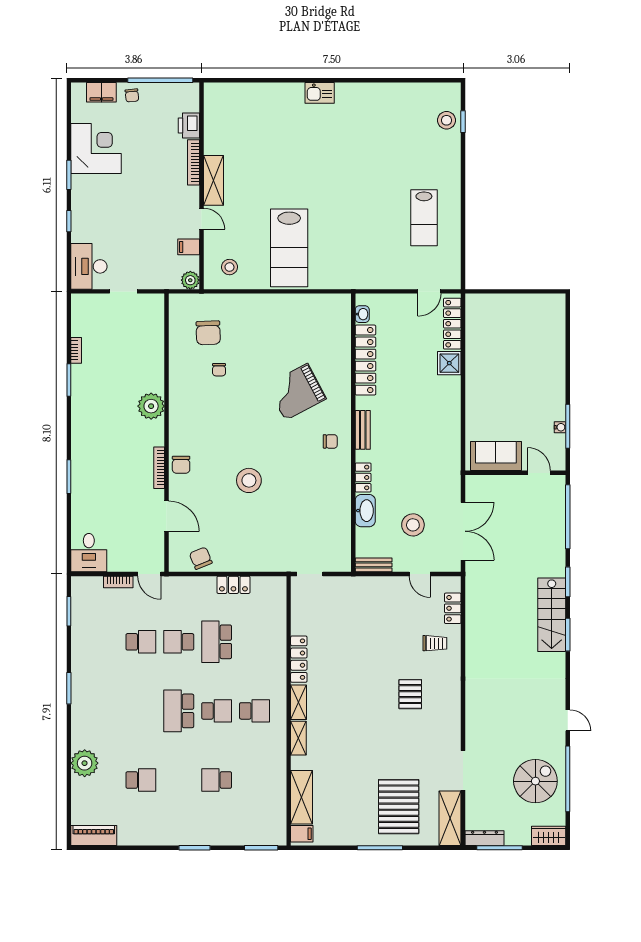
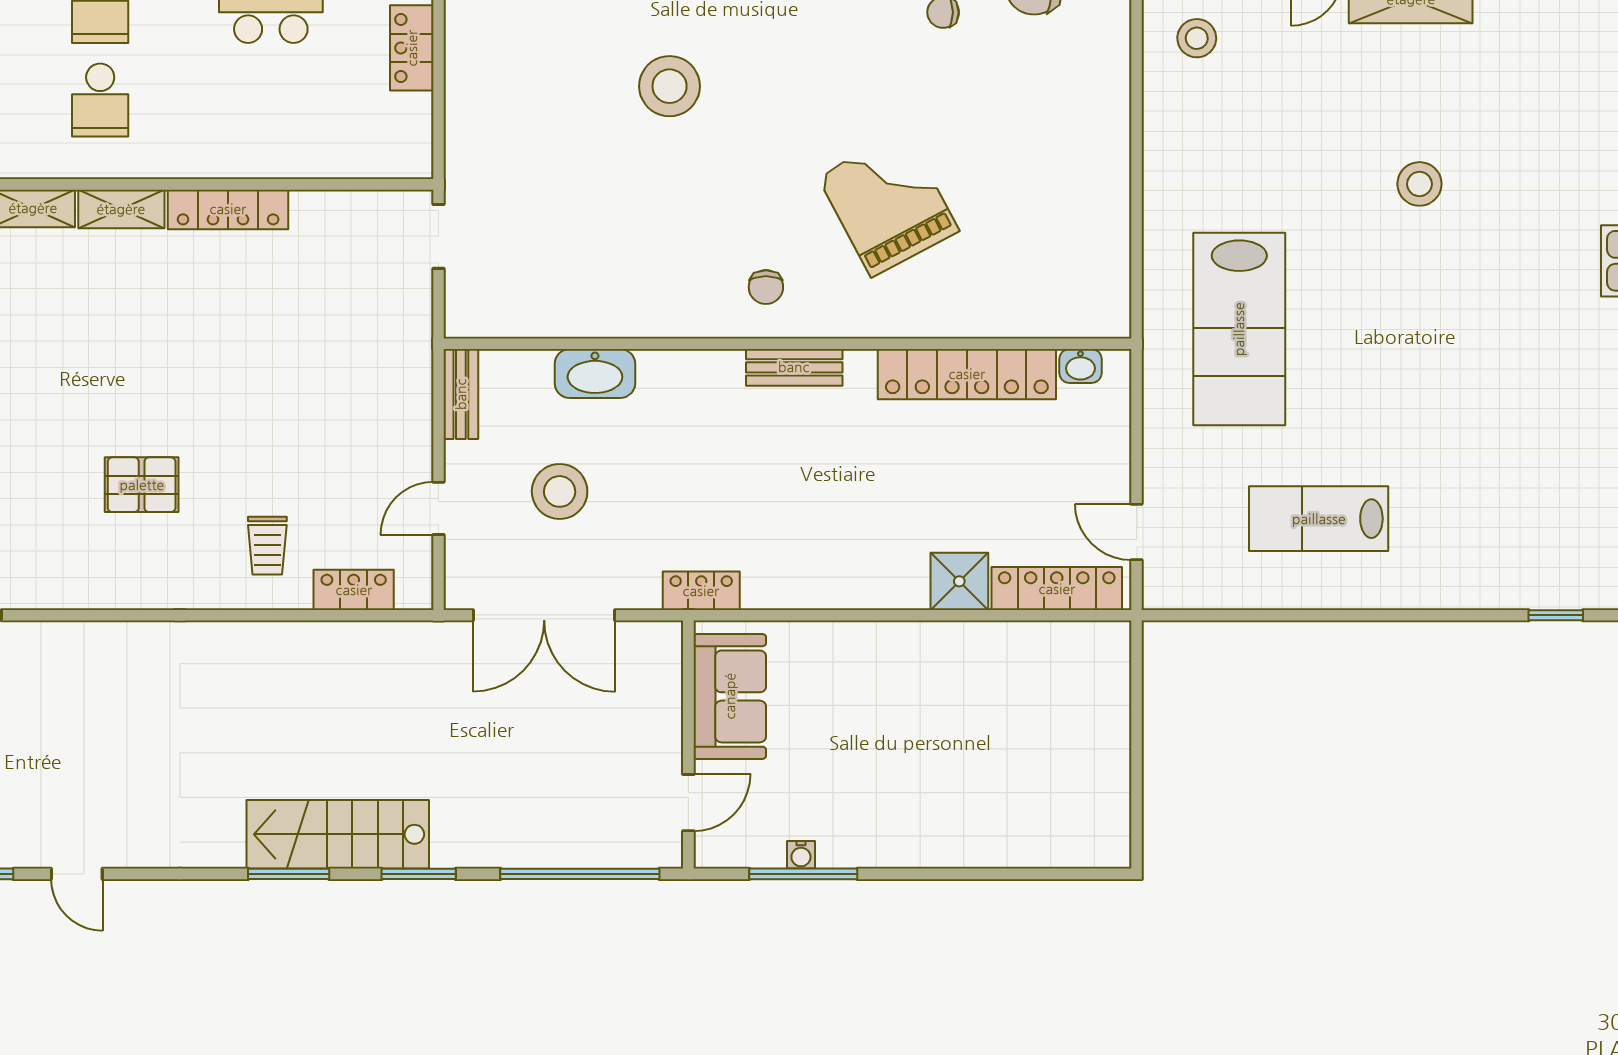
stool: (447, 120) -> (1419, 184), moved
lab bench: (289, 248) -> (1239, 329), moved, turned -90
locker: (363, 477) -> (701, 591), moved, turned 180
door: (568, 720) -> (77, 874), hinge flipped

